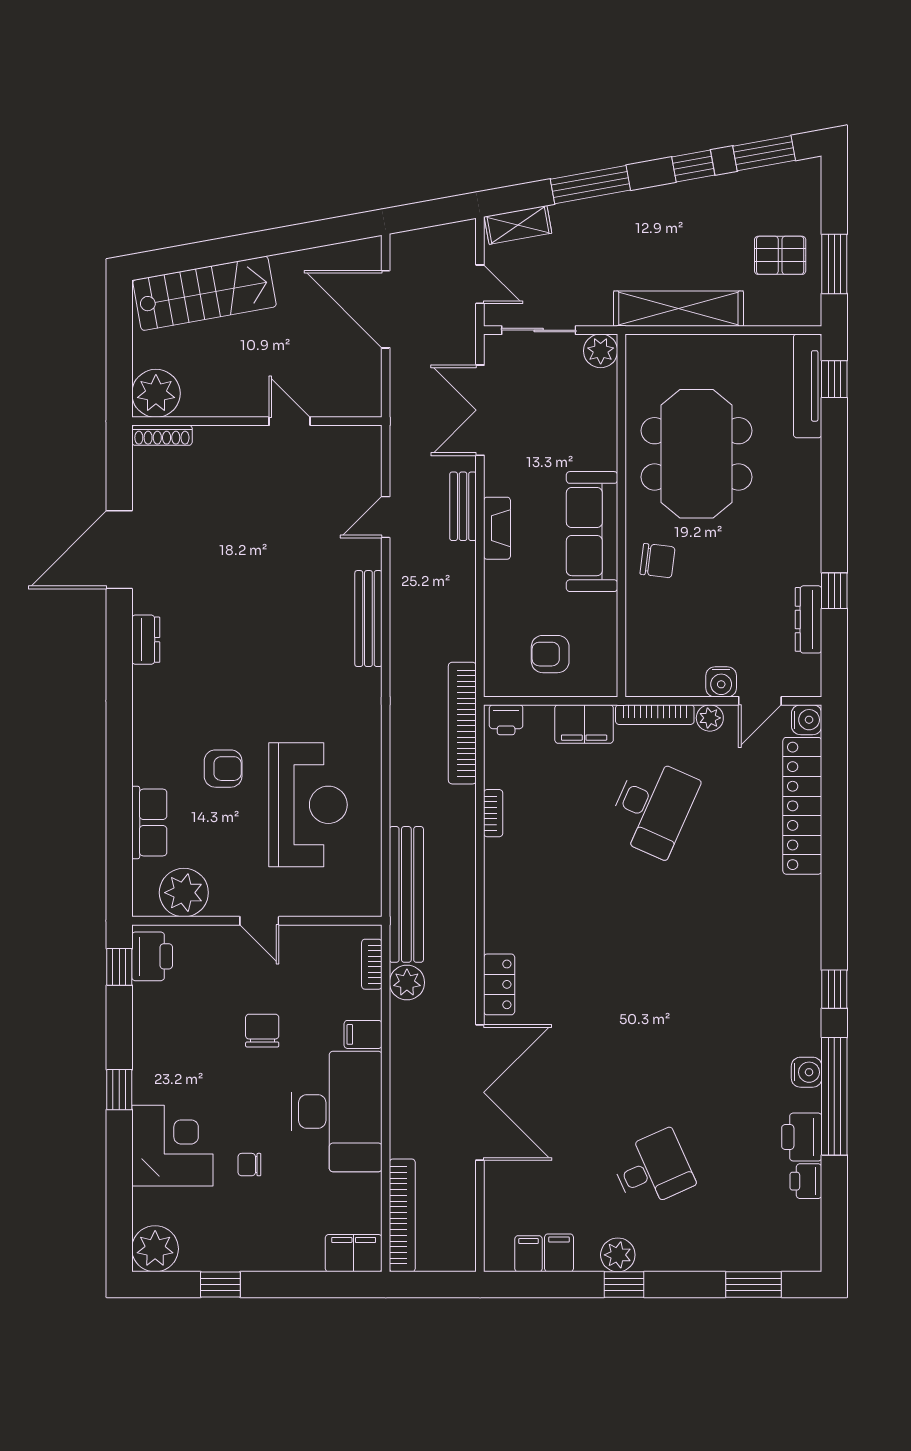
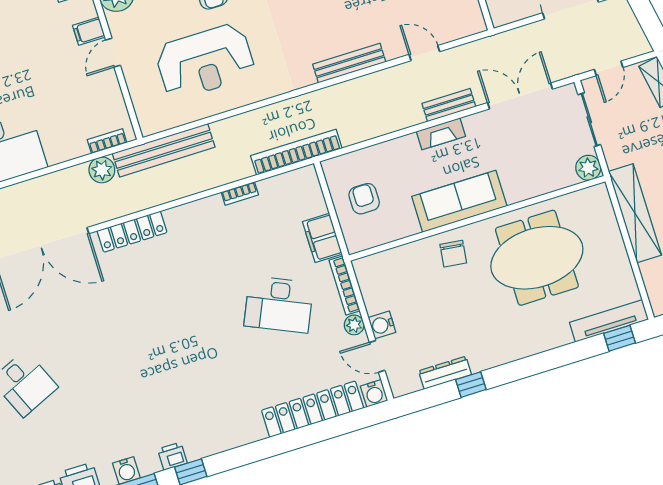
printer: (506, 720) -> (172, 456), moved, turned 90
locker: (499, 984) -> (132, 232), width x1.53
chair: (262, 1031) -> (36, 79), removed
filing cabinet: (363, 1034) -> (89, 31), moved, turned -90

